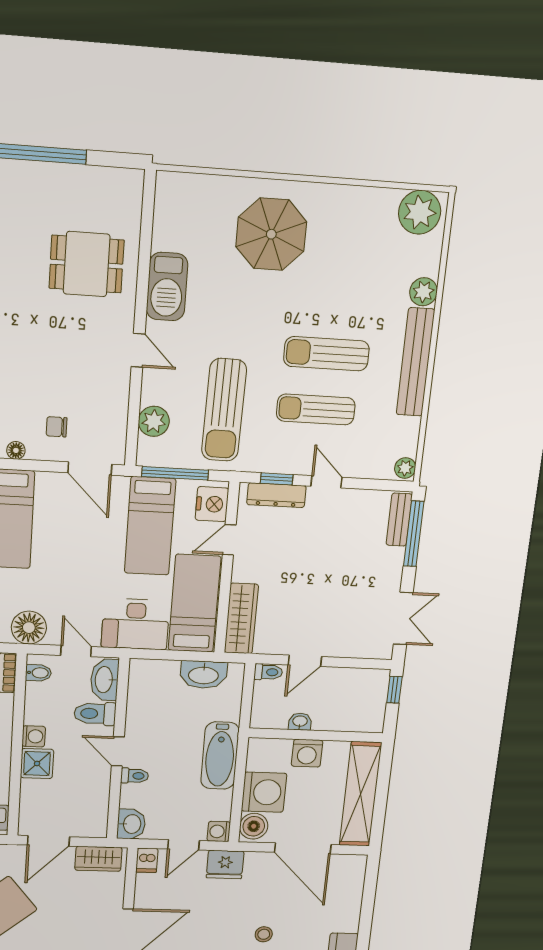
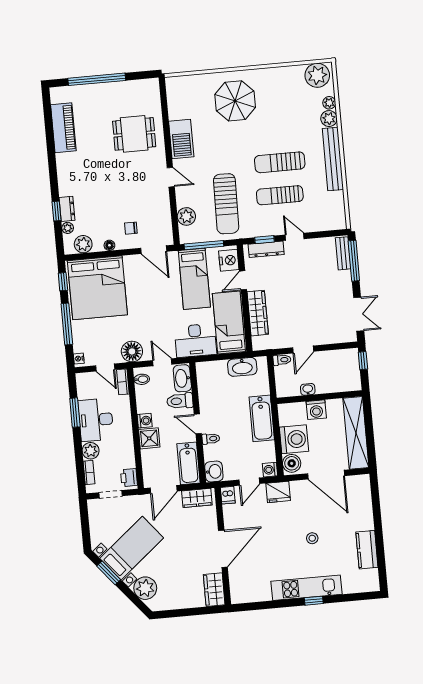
plant: (405, 468) -> (329, 103), moved
wardrobe: (241, 619) -> (258, 313), moved
bathtub: (94, 808) -> (188, 463), added

